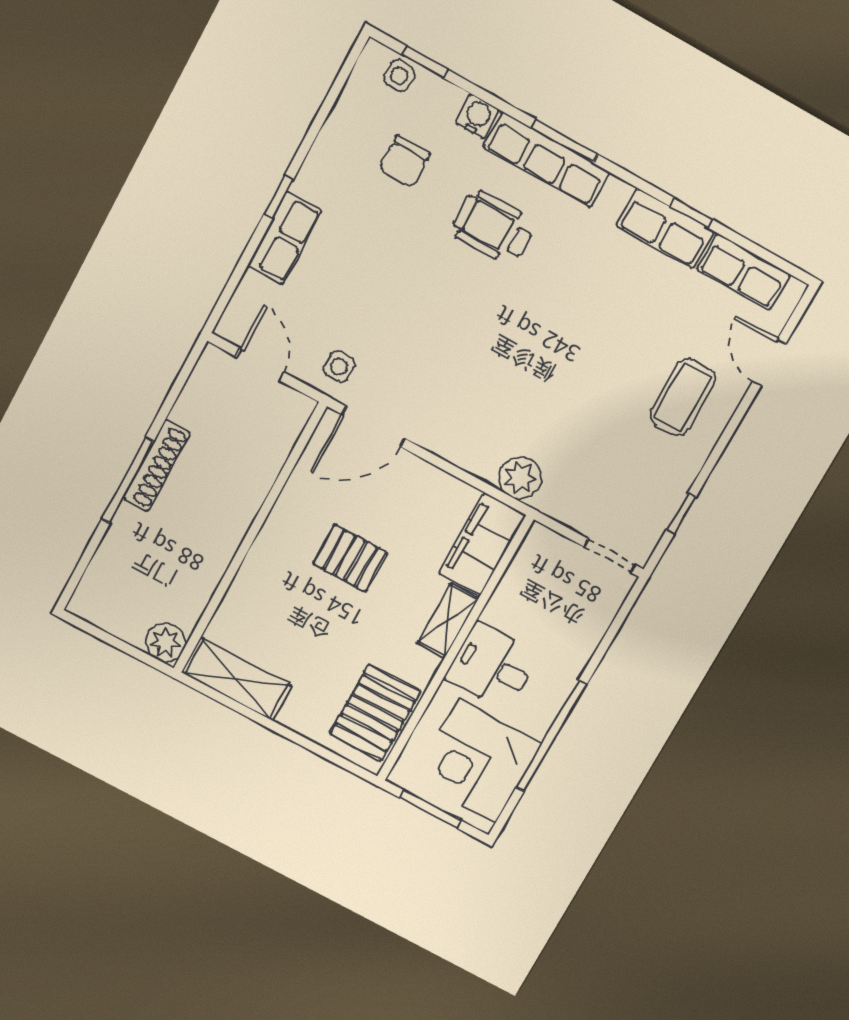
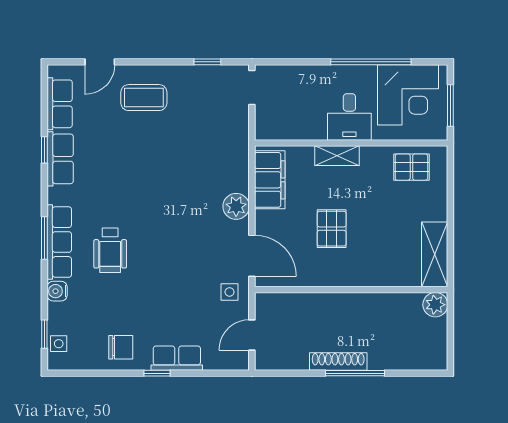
chair: (405, 162) -> (121, 347), moved
plant: (520, 478) -> (236, 206), moved
filing cabinet: (482, 544) -> (270, 180), moved, turned -90
pallet: (375, 713) -> (411, 167), width x0.67, depth x0.71

